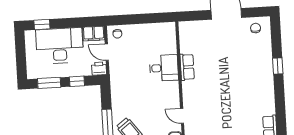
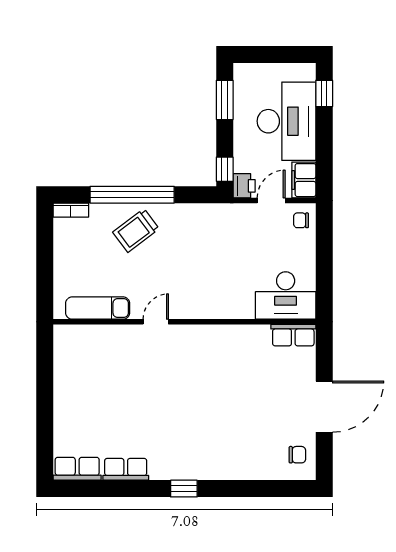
window: (278, 66) -> (184, 489), moved
row of seats: (187, 67) -> (293, 335), moved
desk: (164, 68) -> (286, 296), moved, width x1.37
window: (77, 81) -> (225, 169), moved

